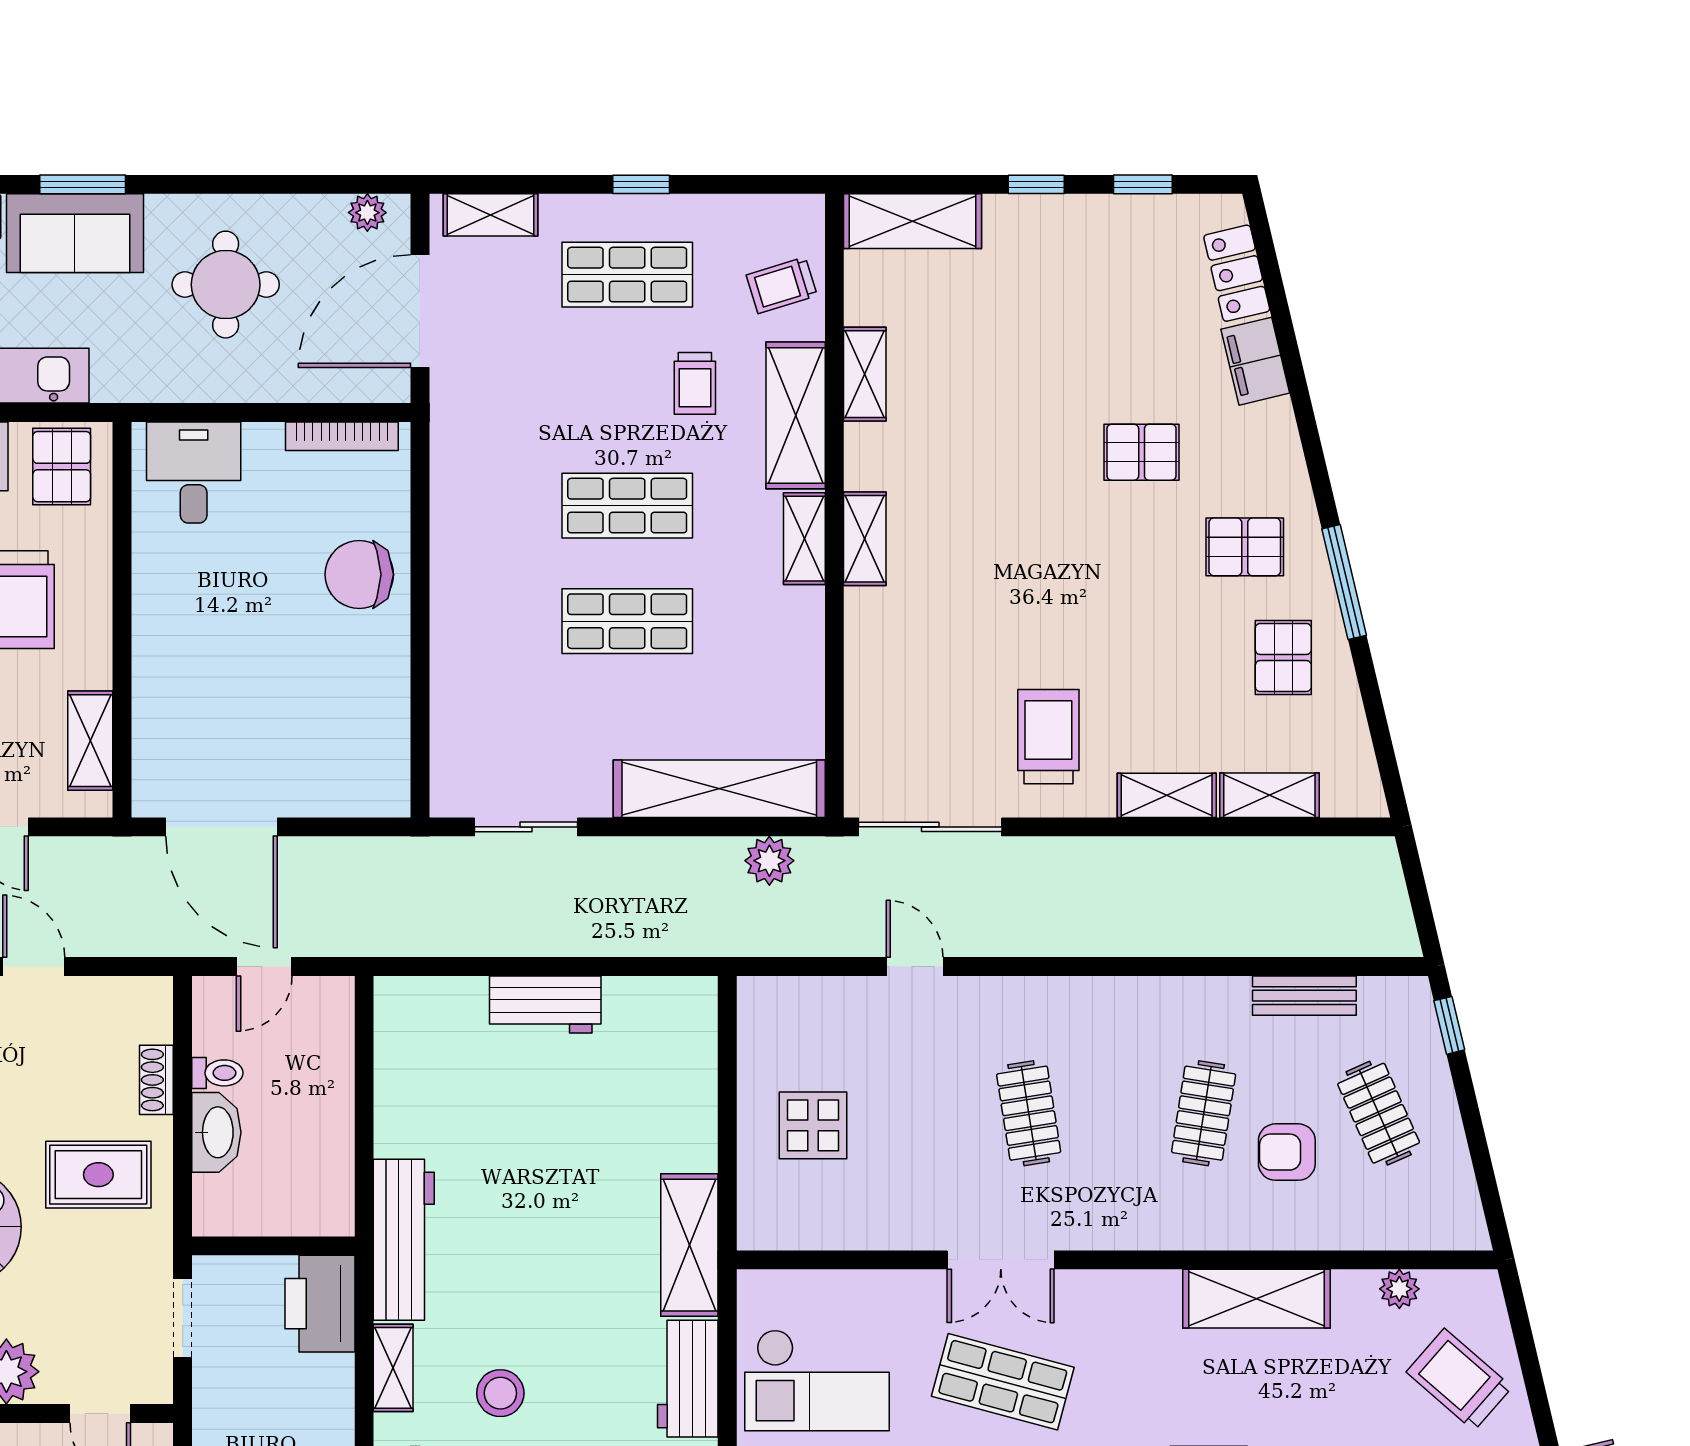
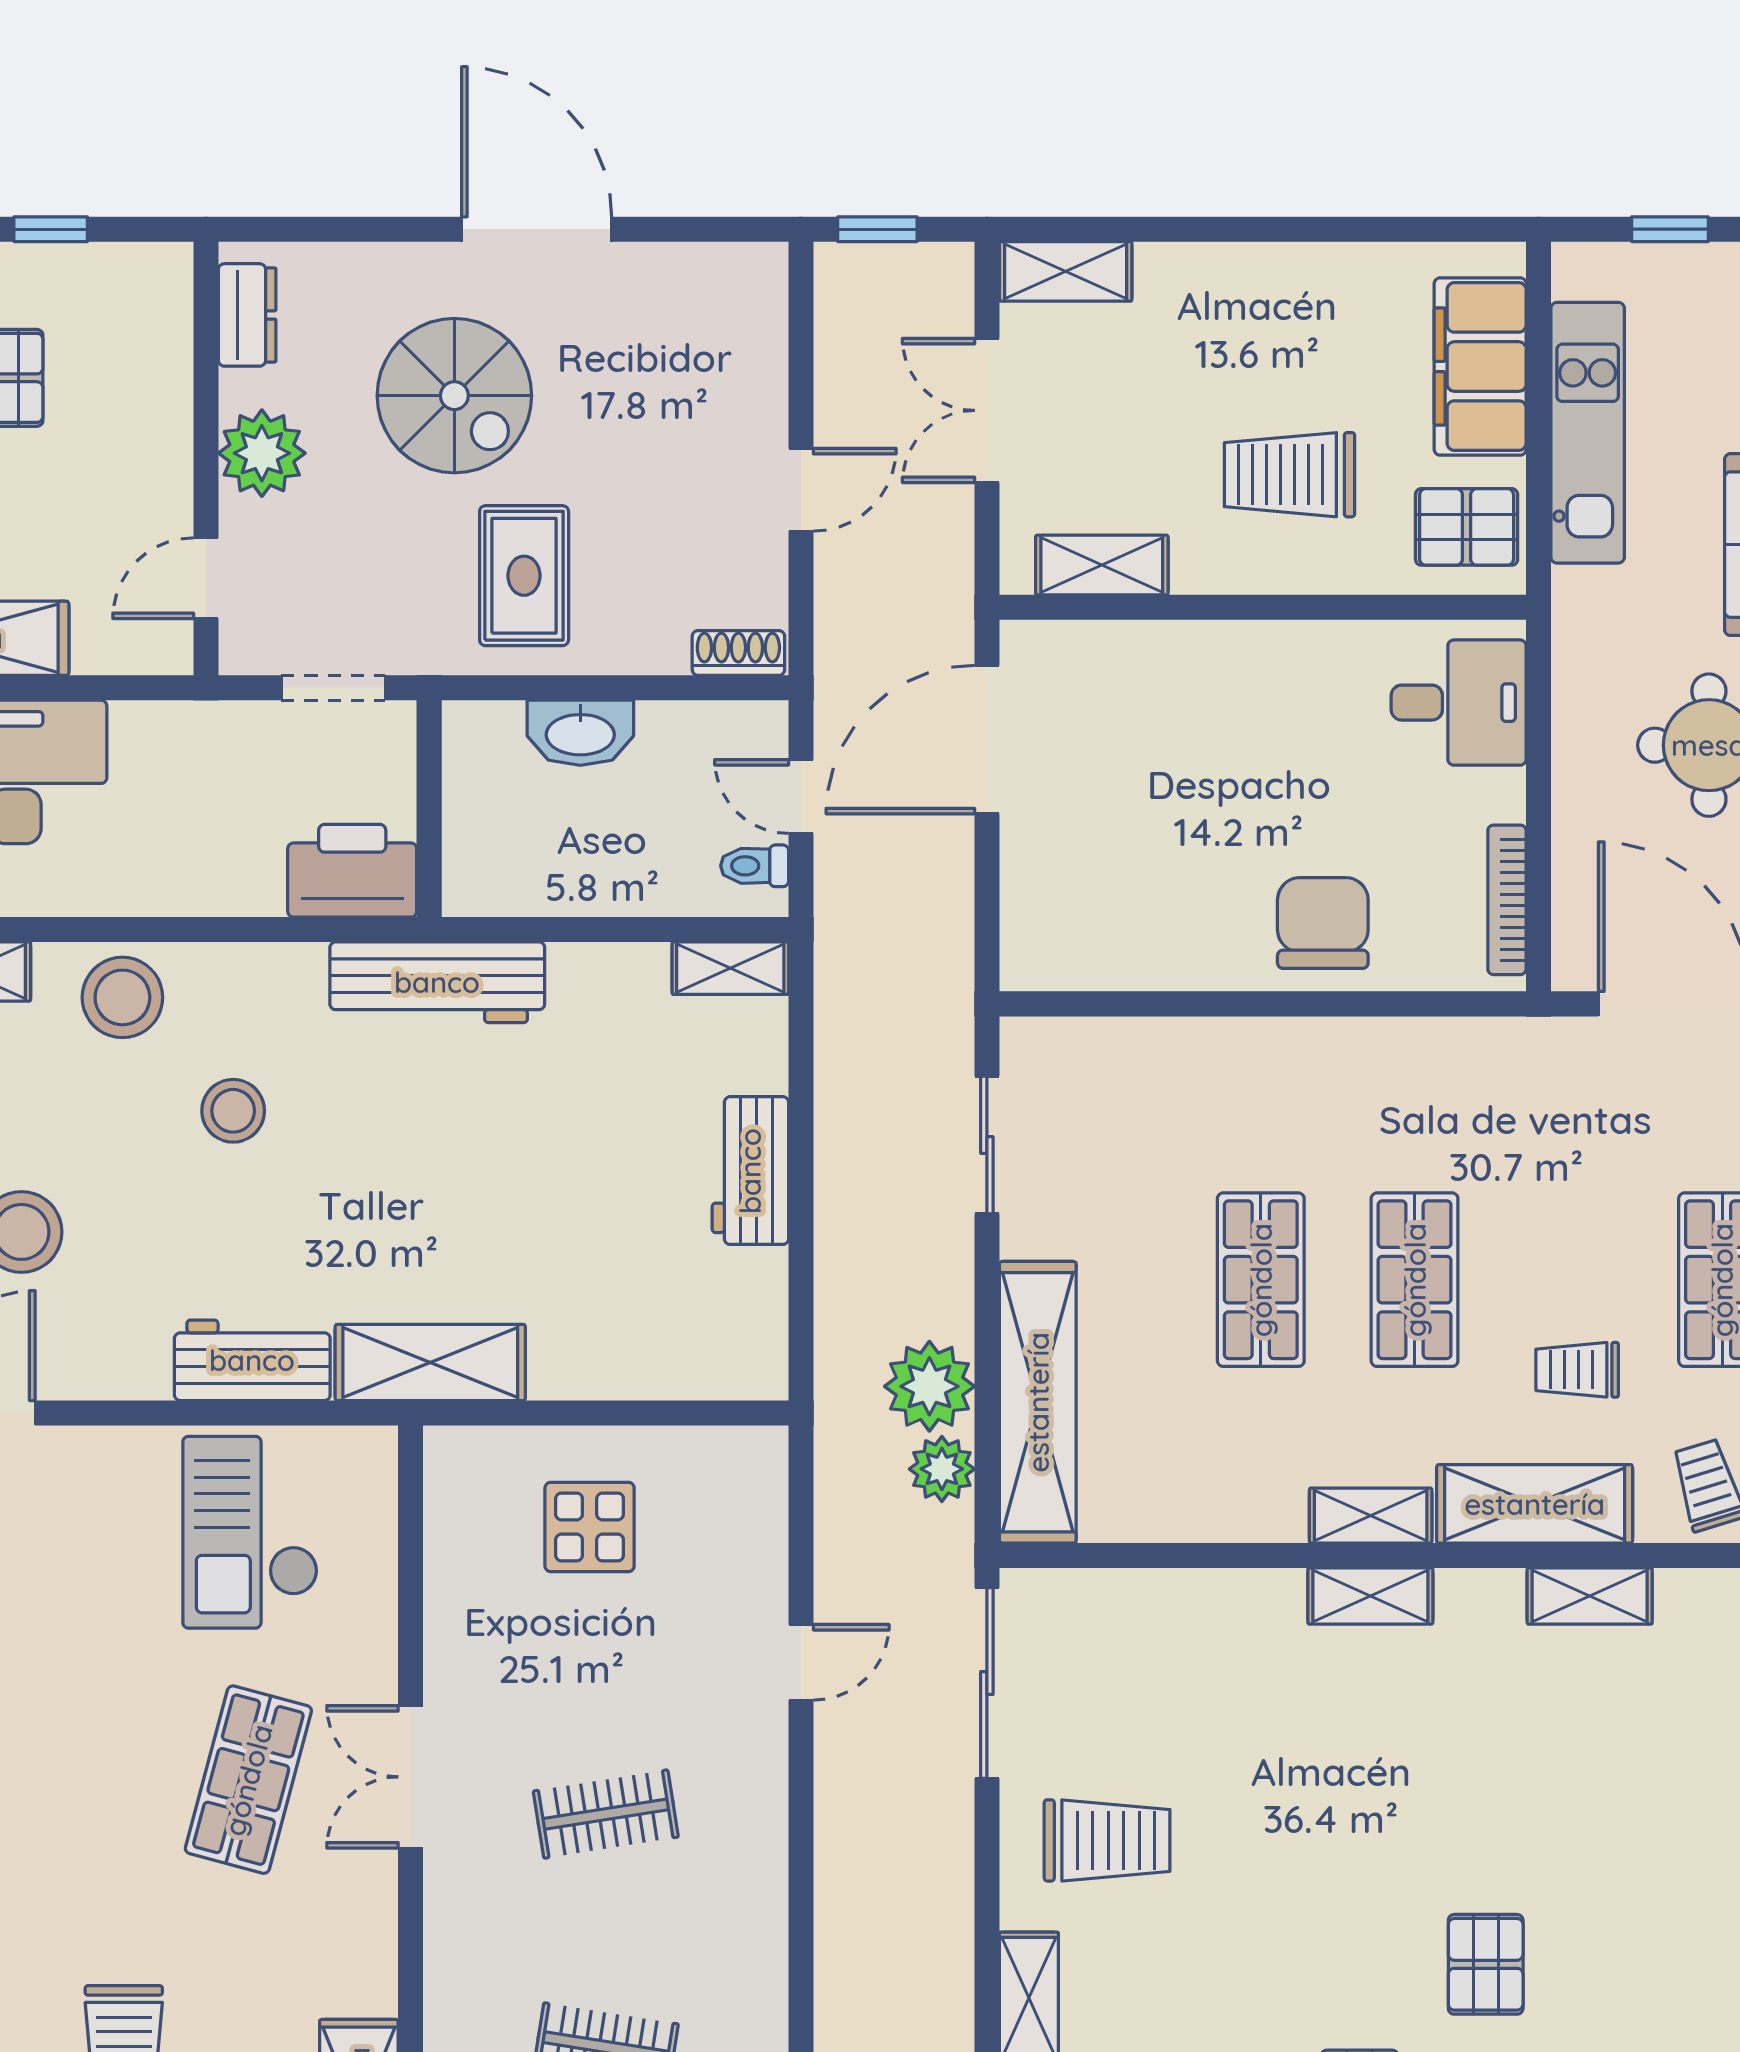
plant: (707, 870) -> (929, 1386), added
toilet: (217, 1073) -> (755, 866), moved, turned 90
shoe rack: (156, 1080) -> (738, 653), moved
shelving: (393, 1368) -> (730, 968), moved

